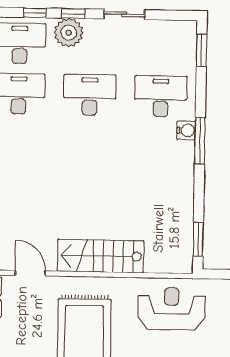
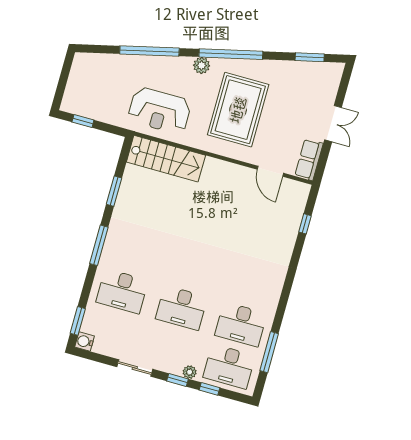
plant: (69, 33) -> (190, 372), width x0.53, depth x0.53
water cooler: (186, 130) -> (85, 341), moved
window: (198, 239) -> (114, 191), moved
stairs: (101, 256) -> (166, 159), moved

